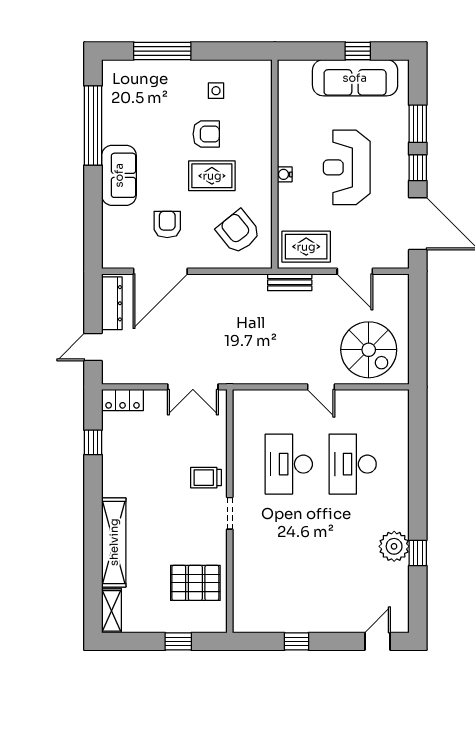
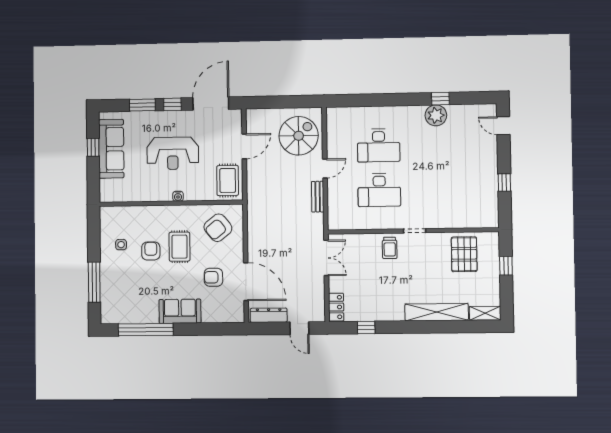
bench: (290, 282) -> (318, 197), moved

